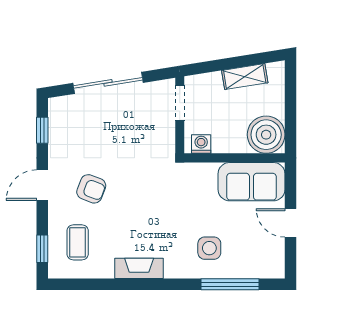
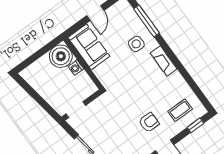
shelving: (245, 77) -> (40, 87), removed
washing machine: (201, 144) -> (76, 68), moved
armchair: (91, 189) -> (149, 122), turned 69
fireplace: (139, 268) -> (164, 61), moved

